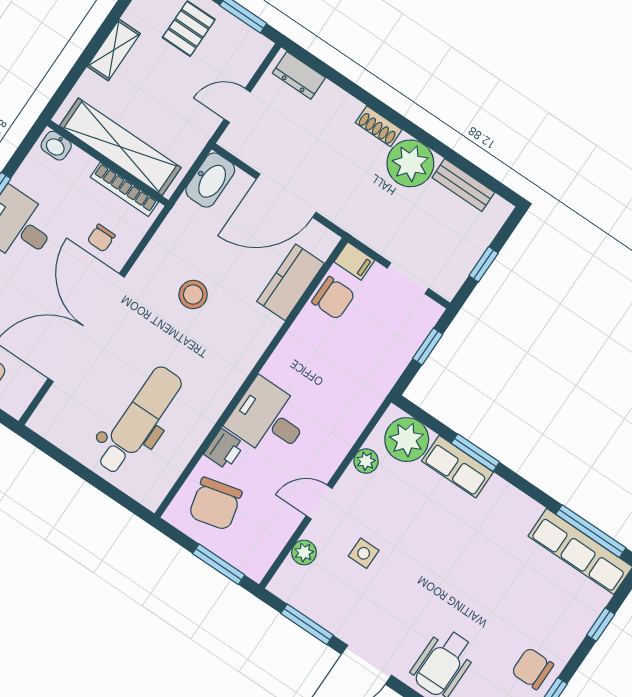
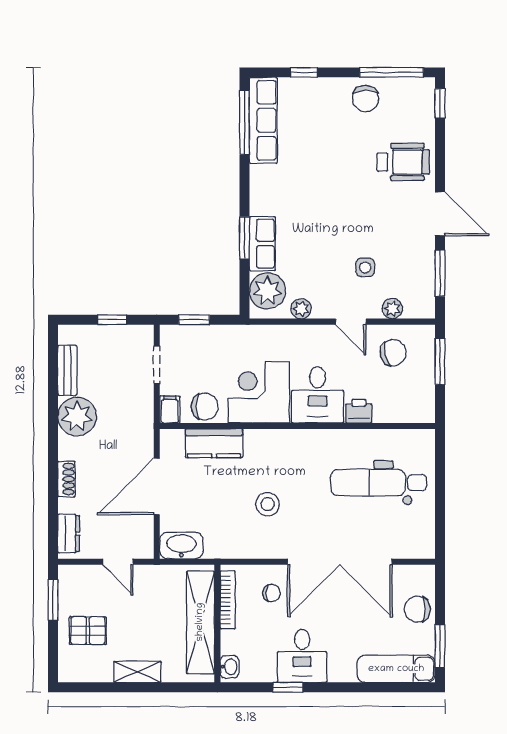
shoe rack: (379, 126) -> (66, 479), moved
door: (286, 196) -> (157, 486), swing flipped
chair: (333, 298) -> (205, 407), turned 90
corner desk: (311, 362) -> (259, 392), added
chair: (215, 504) -> (393, 353), moved, width x0.73, depth x0.73

